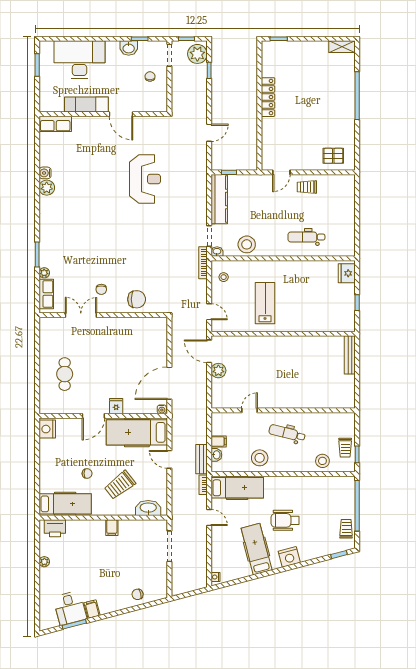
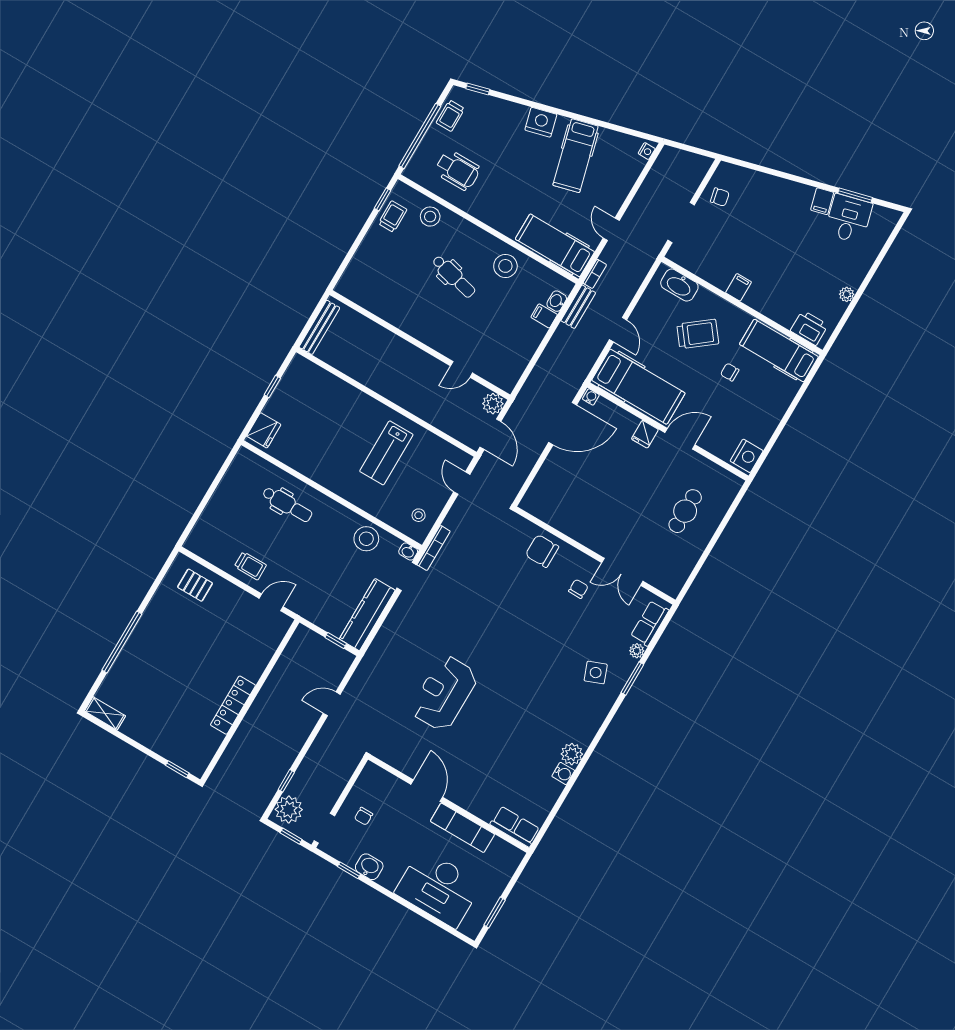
side table: (61, 245) -> (596, 673), added
door: (249, 410) -> (461, 369), moved
wall: (283, 410) -> (420, 345), moved
wheelchair: (285, 520) -> (457, 170), moved
chair: (138, 594) -> (720, 197), moved

